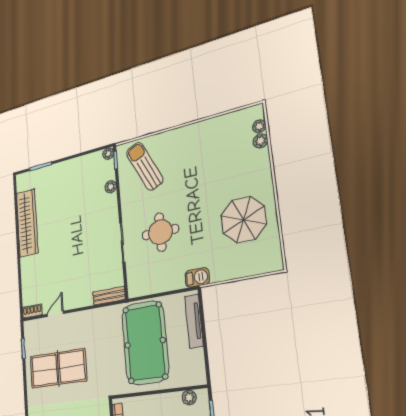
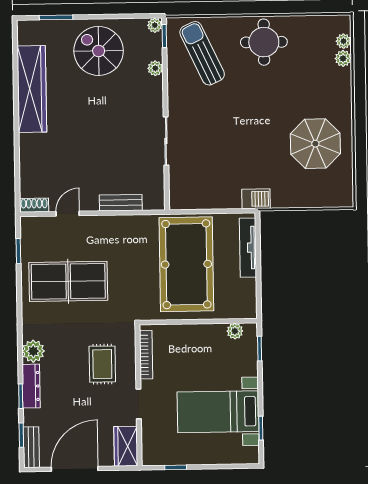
spiral stairs: (70, 184) -> (99, 51), added
round table: (160, 232) -> (264, 42), moved
bench: (109, 296) -> (121, 203), moved

